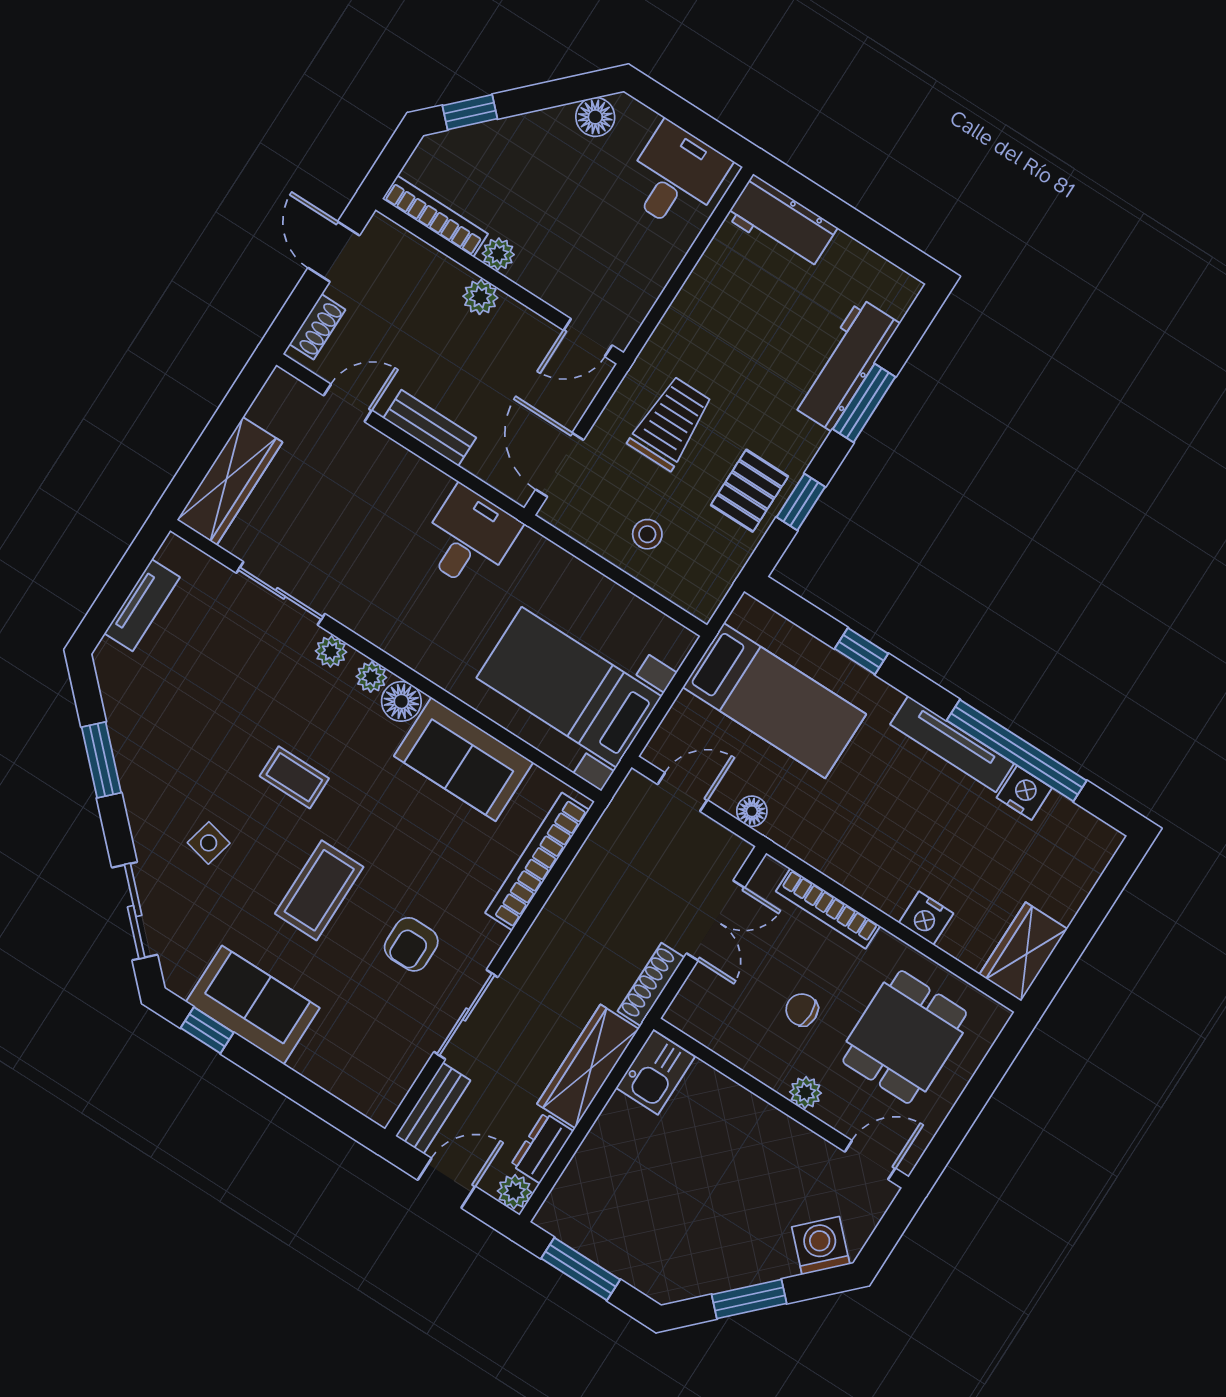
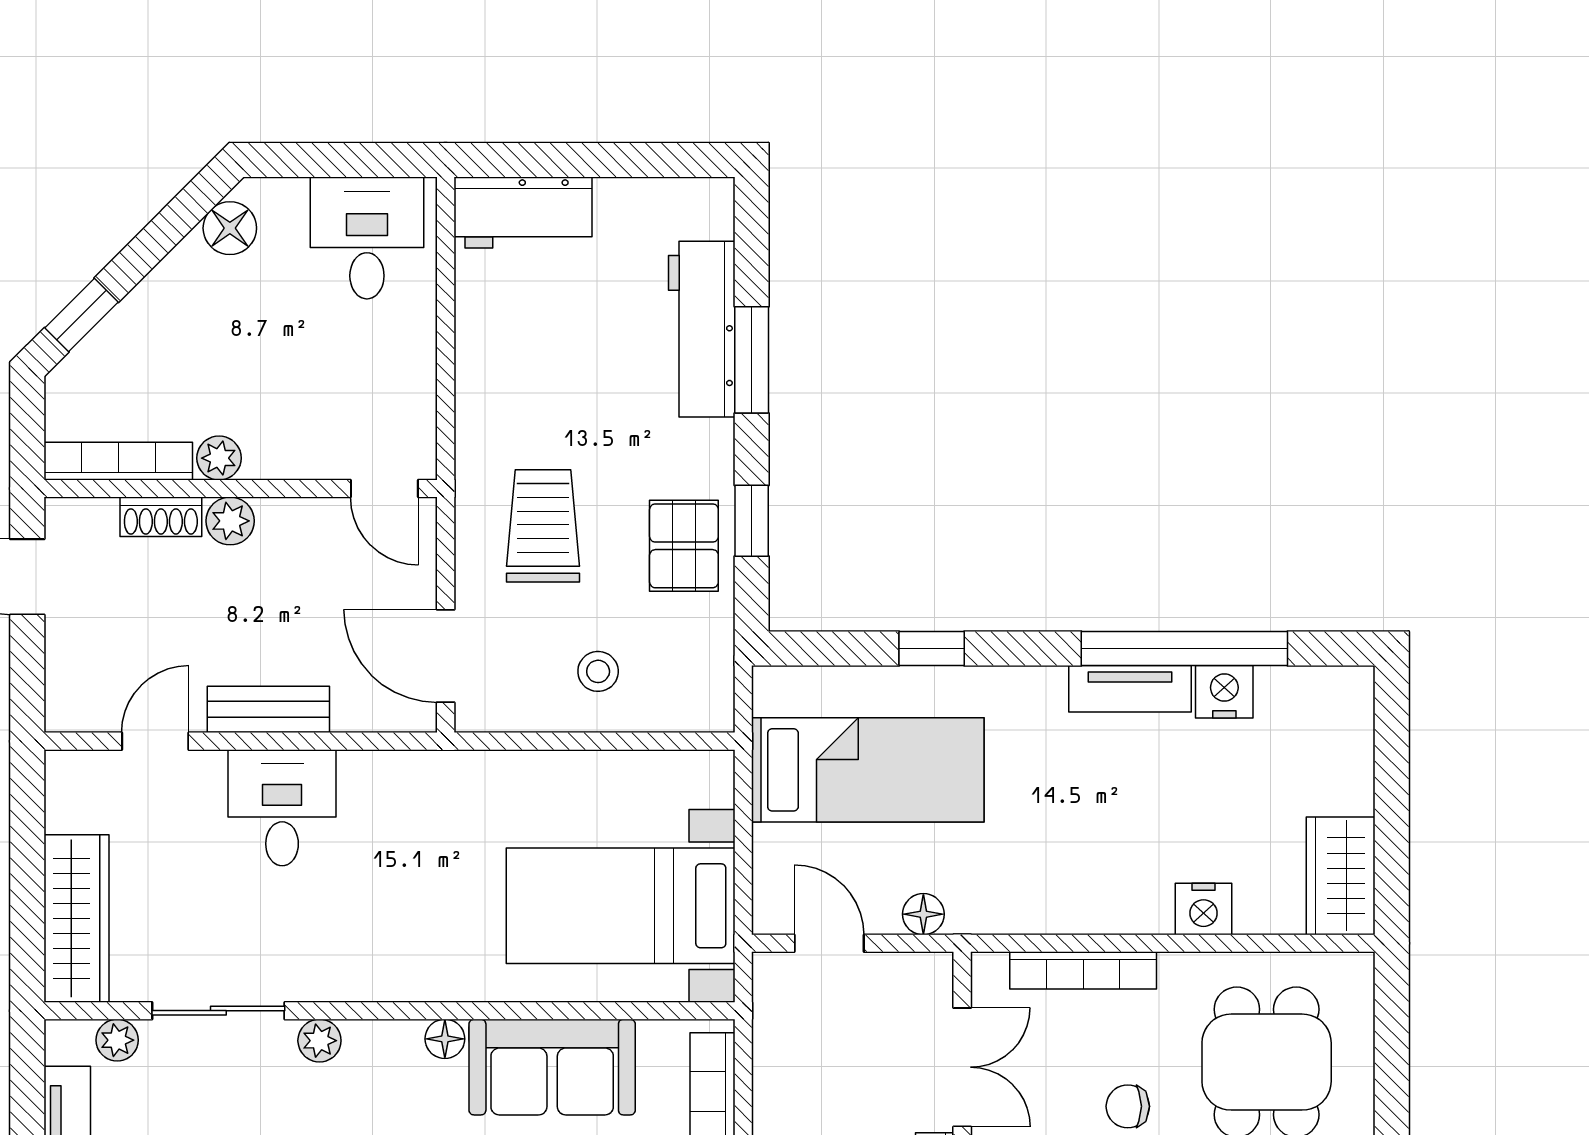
shoe rack: (317, 327) -> (161, 517), moved, turned 90
door: (588, 338) -> (384, 489), hinge flipped
desk: (469, 538) -> (282, 808), moved
plant: (371, 677) -> (117, 1040), moved
floor lamp: (401, 701) -> (445, 1039), width x0.73, depth x0.73
tv unit: (952, 744) -> (1130, 689), width x0.71
door: (682, 792) -> (829, 943), hinge flipped

